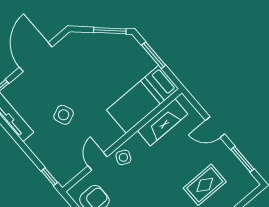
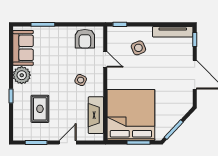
bed: (143, 99) -> (131, 115), width x2.04
side table: (64, 115) -> (138, 48), moved
side table: (123, 157) -> (81, 80), moved

